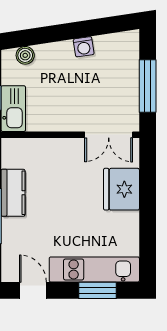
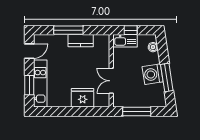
window: (83, 29) -> (167, 77), added
washing machine: (84, 47) -> (153, 74), width x1.89, depth x1.89
double door: (109, 135) -> (111, 81), moved

